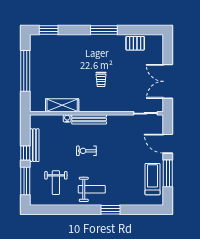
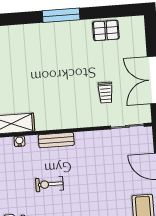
trolley: (101, 79) -> (105, 93), moved
bench: (89, 119) -> (56, 140), width x0.73

